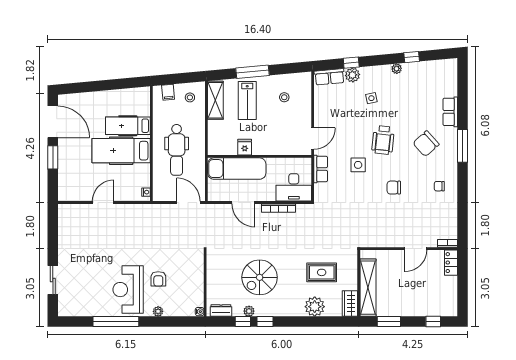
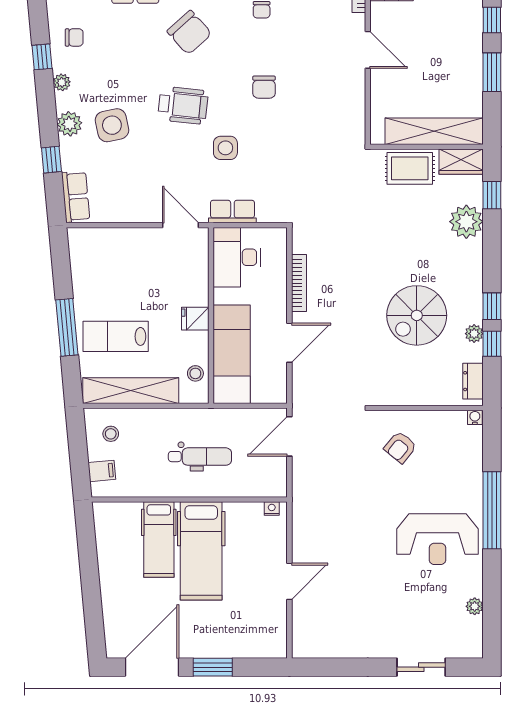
plant: (352, 75) -> (69, 124), moved
chair: (423, 76) -> (74, 37), added
stool: (284, 97) -> (195, 373), moved
side table: (371, 98) -> (112, 125), width x1.87, depth x1.87
shelving: (215, 100) -> (131, 391), width x1.47
lab bench: (247, 100) -> (116, 336), turned 180
fridge: (245, 147) -> (195, 319), moved
dental chair: (177, 150) -> (200, 457), width x0.73, depth x0.72
desk: (294, 187) -> (237, 257), moved, turned 180
door: (103, 203) -> (289, 581), swing flipped
rug: (322, 272) -> (410, 168), moved, turned 90
spiral stairs: (260, 277) -> (417, 315), turned 90
armchair: (158, 279) -> (400, 447), moved, turned 129
plant: (158, 311) -> (475, 606), moved
window: (116, 322) -> (492, 510), moved
window: (330, 322) -> (492, 195), added
window: (389, 322) -> (492, 72), moved

